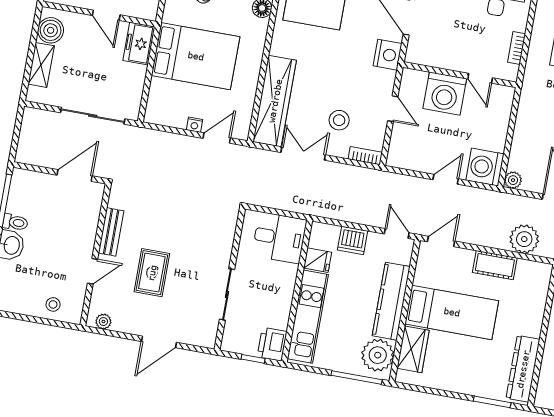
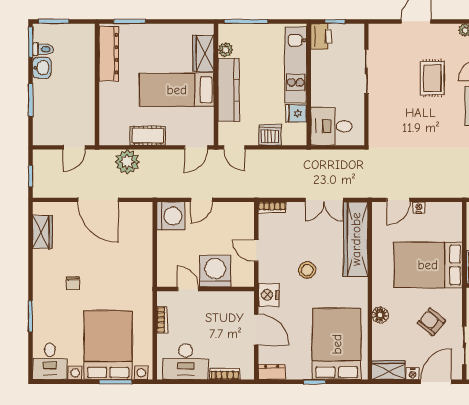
stool: (339, 120) -> (307, 270), moved
plant: (513, 180) -> (145, 209), removed
plant: (378, 355) -> (225, 50), width x0.53, depth x0.53

